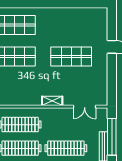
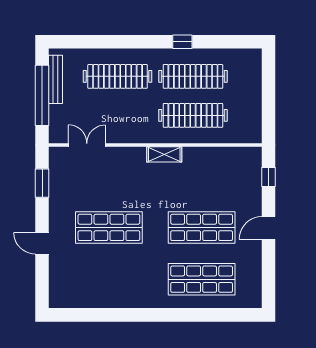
window: (112, 83) -> (42, 183), added
shelving: (52, 101) -> (164, 154), moved

